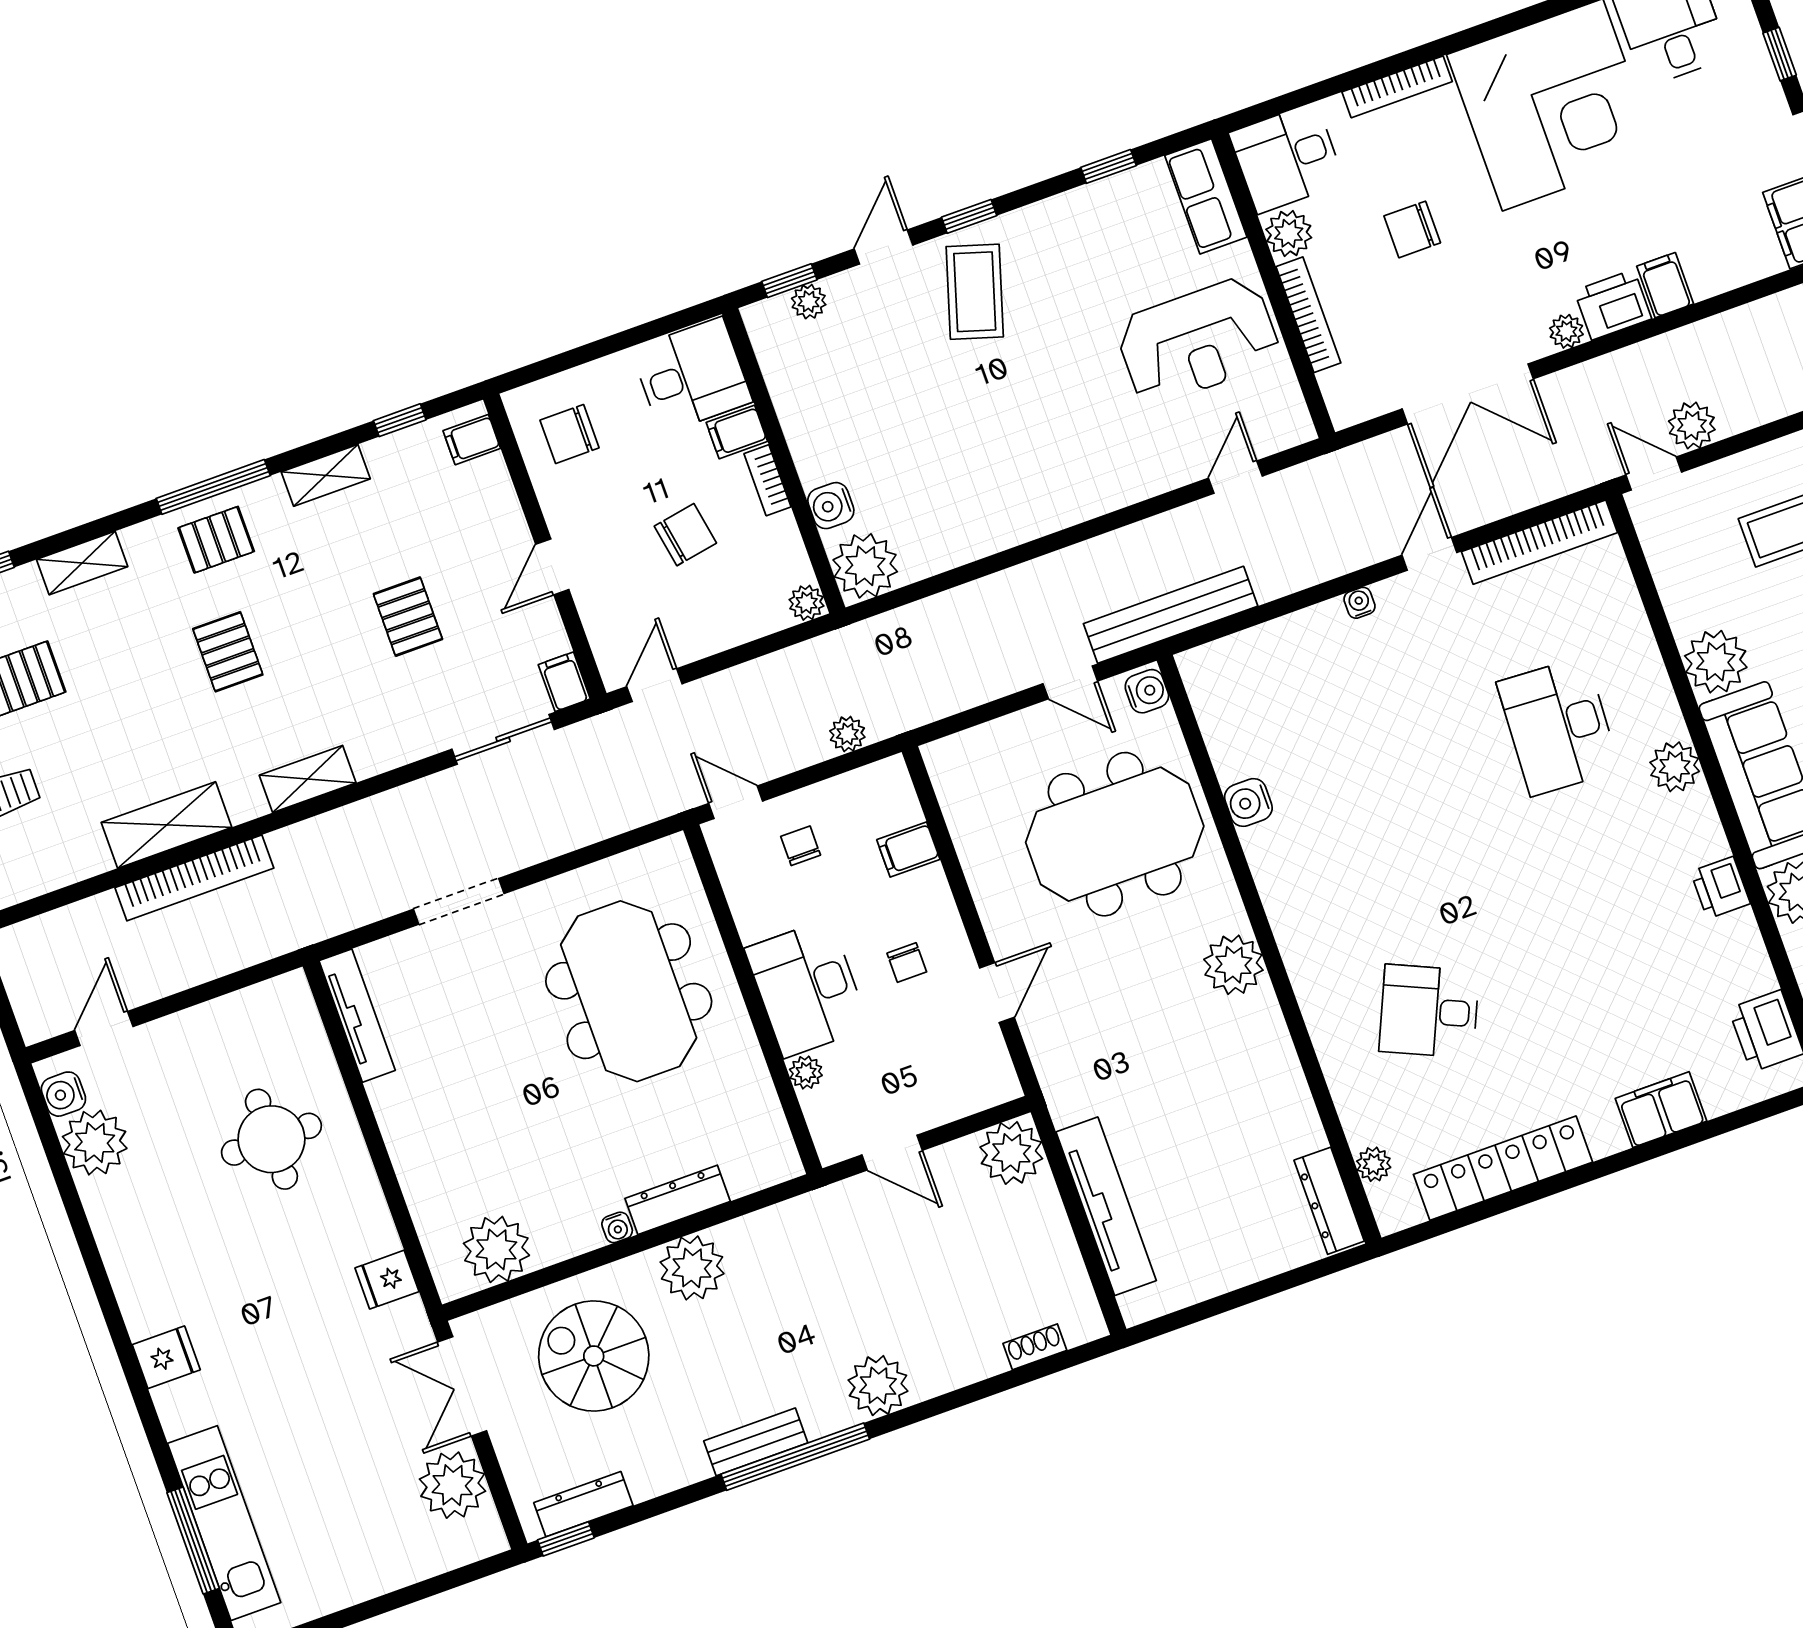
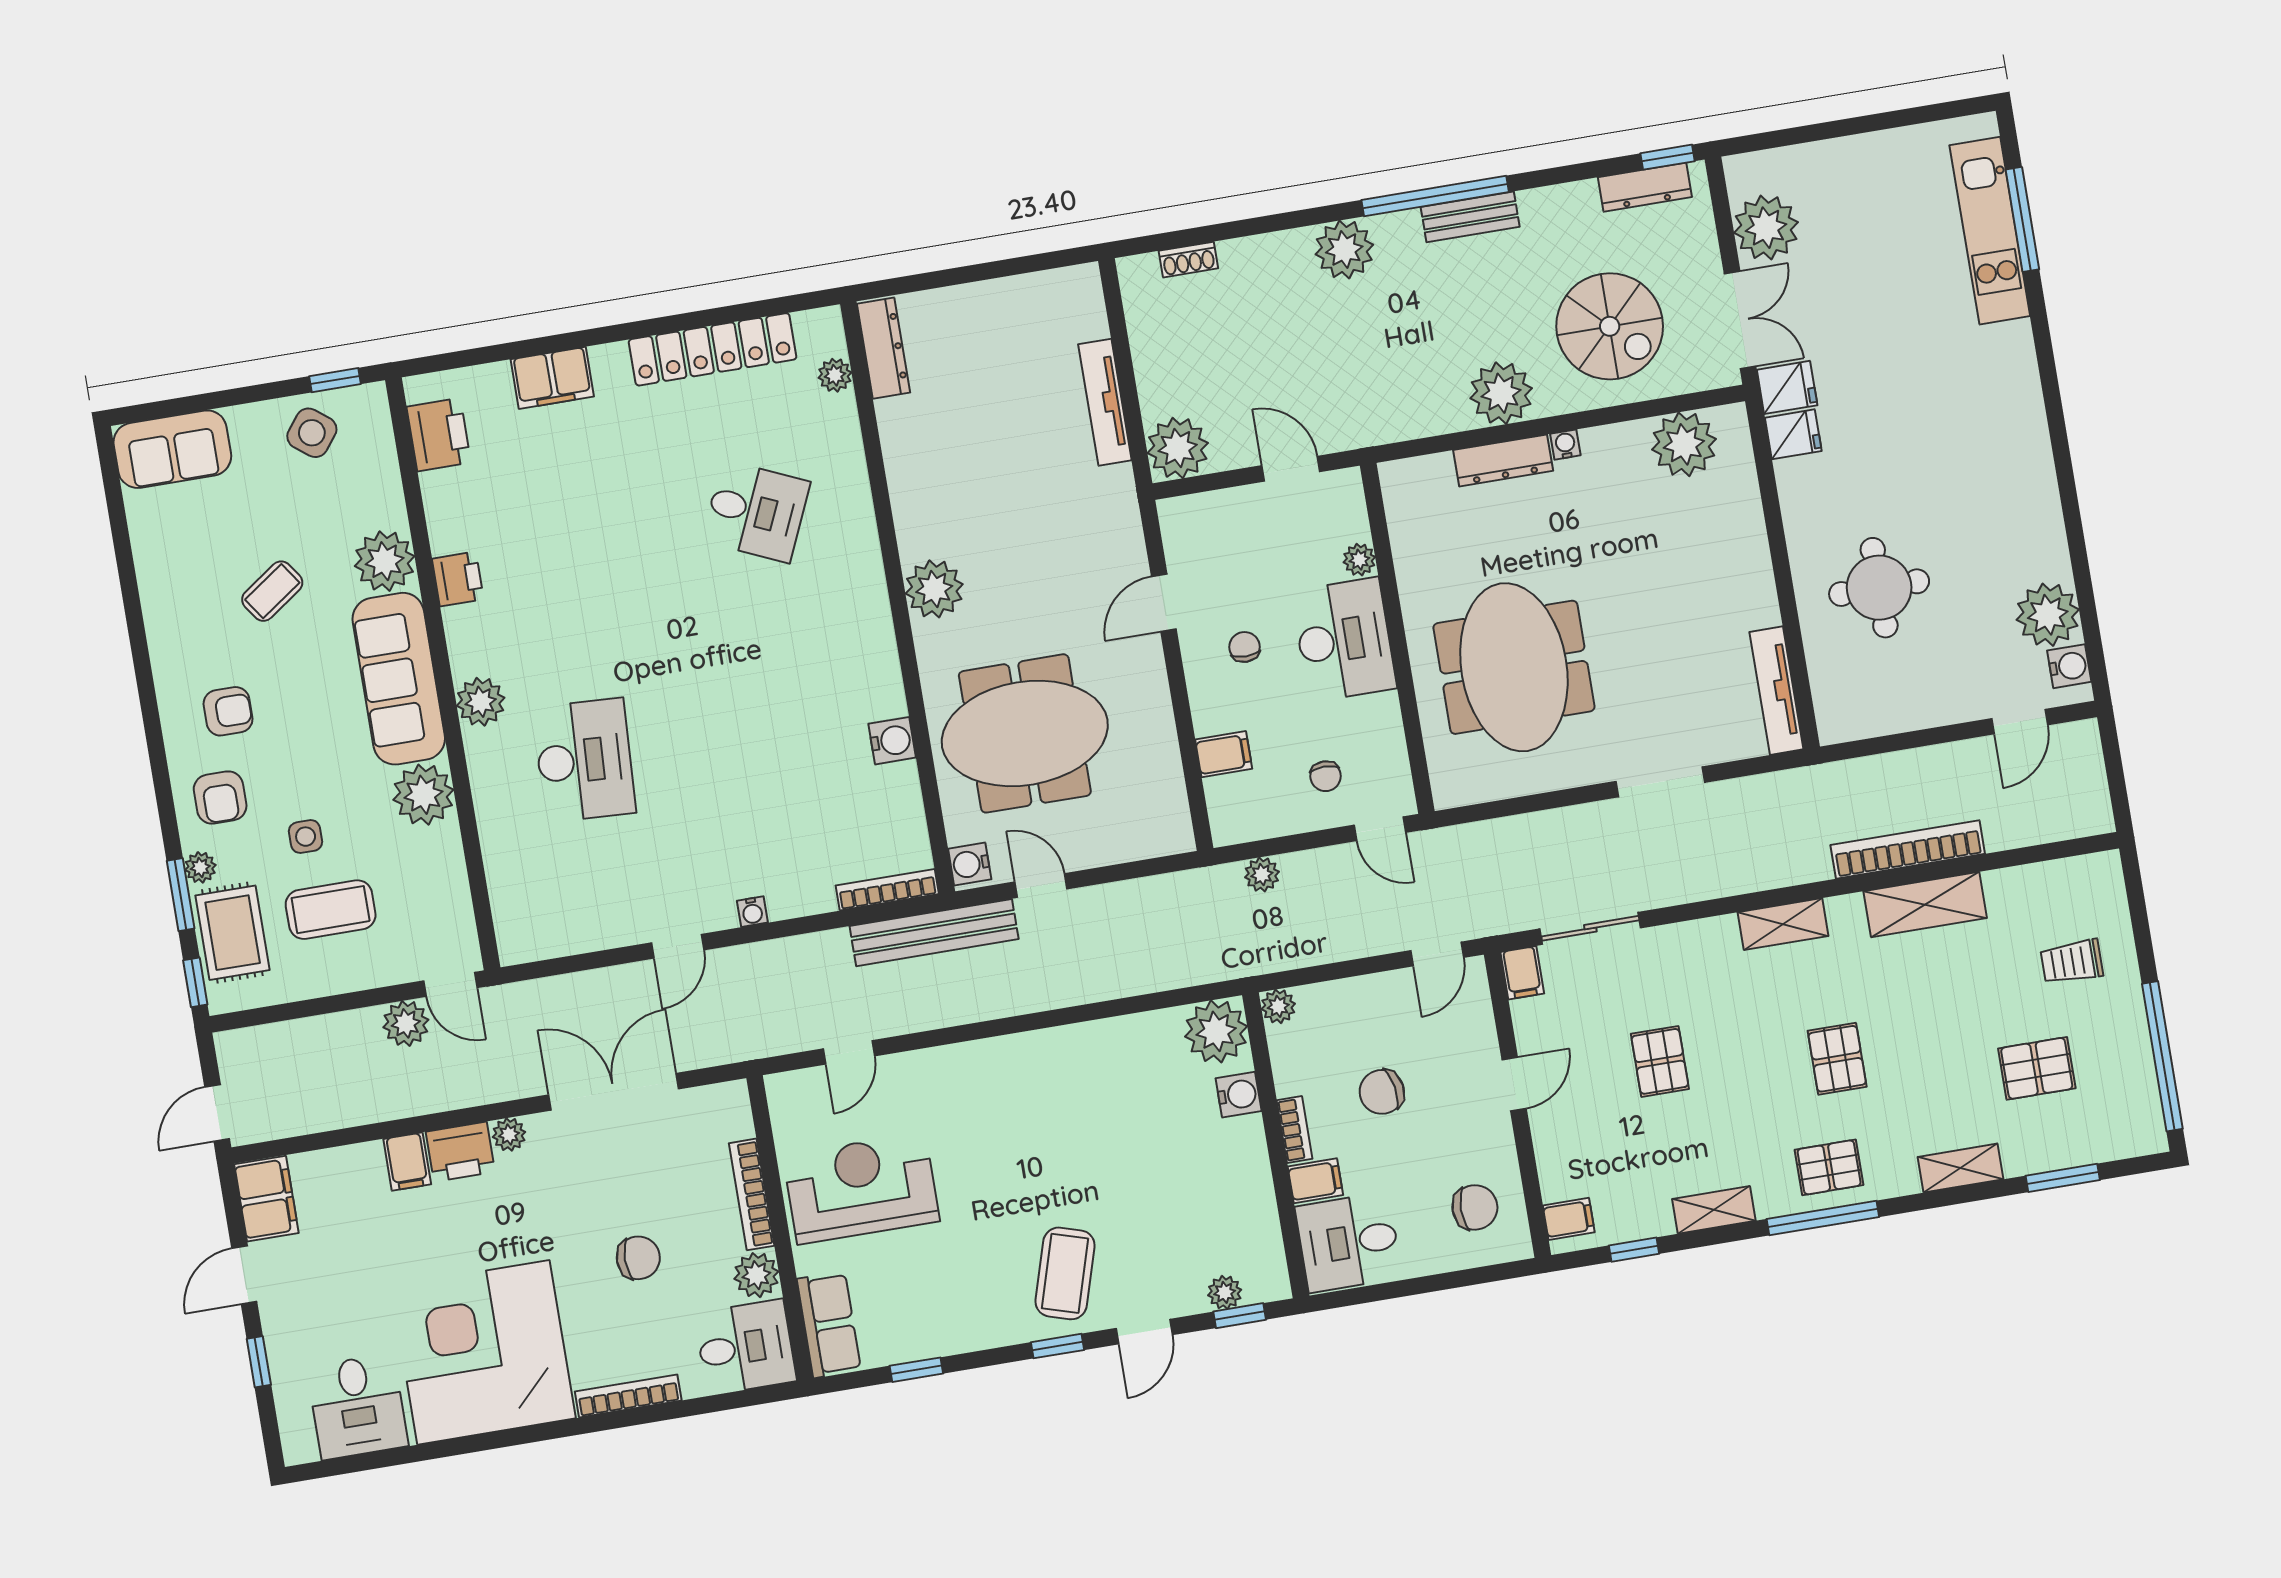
bookcase: (1539, 542) -> (887, 890), moved, width x0.68, depth x0.76
tv unit: (1106, 1206) -> (1105, 402), width x0.73, depth x0.78
fridge: (166, 1357) -> (1787, 387), moved, turned 180

